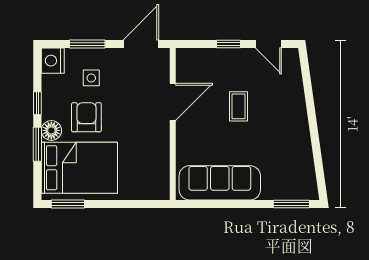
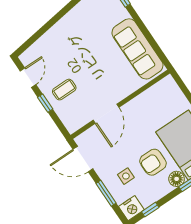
door: (173, 102) -> (106, 114), swing flipped
window: (37, 103) -> (150, 210), moved
coffee table: (239, 106) -> (64, 90), moved

